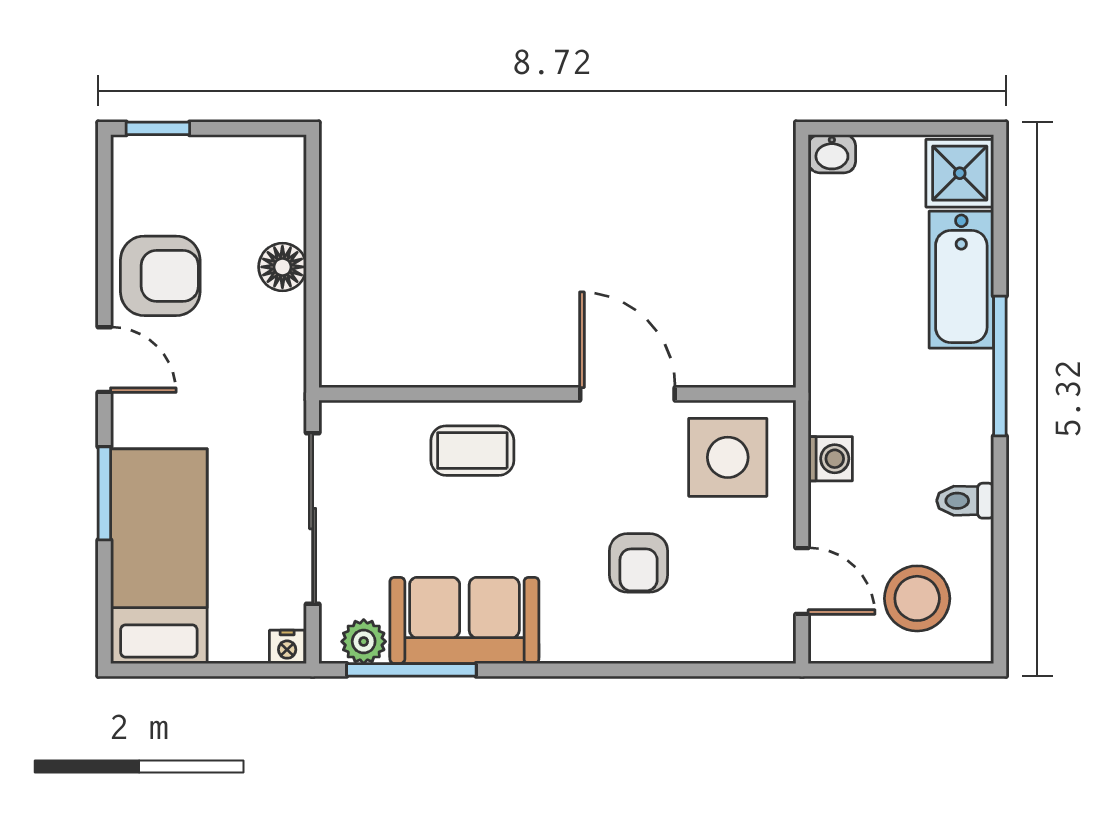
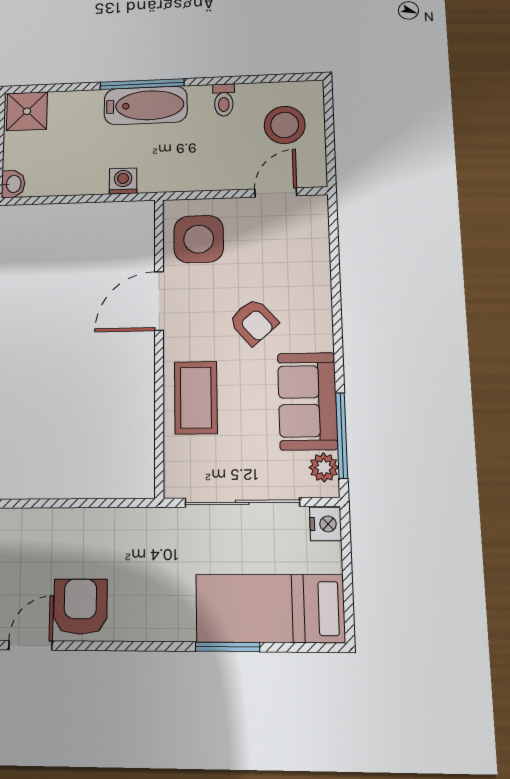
floor lamp: (282, 267) -> (76, 523), removed
bathtub: (961, 280) -> (146, 105), moved
door: (104, 360) -> (30, 645), moved
coffee table: (472, 451) -> (196, 398), width x1.36, depth x1.30
washing machine: (830, 459) -> (123, 181), moved
armchair: (639, 563) -> (254, 322), moved, turned 49
nightstand: (287, 647) -> (326, 524), width x1.39, depth x1.35

